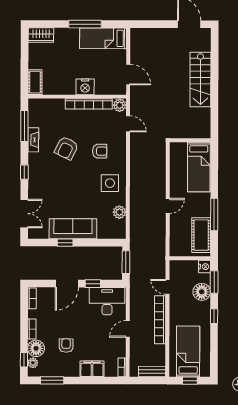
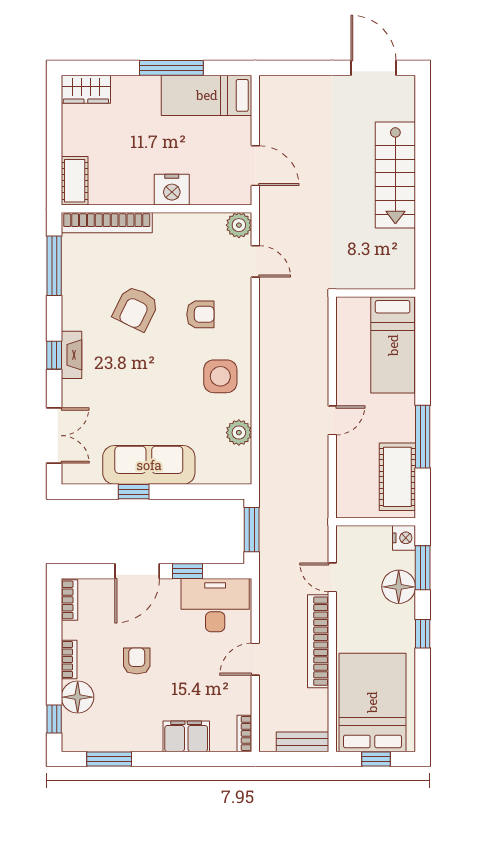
bookcase: (89, 104) -> (107, 223), moved
fireplace: (33, 140) -> (72, 355), moved
armchair: (66, 346) -> (137, 661), moved
bed: (188, 351) -> (372, 702), width x1.50
plant: (33, 363) -> (71, 725), removed

